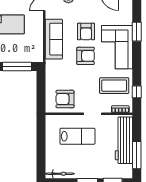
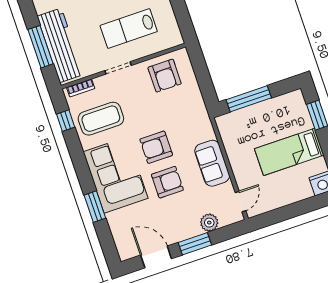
armchair: (86, 31) -> (167, 182), turned 90
sofa: (54, 39) -> (212, 163), width x0.73
armchair: (65, 99) -> (165, 76), turned 90
window: (137, 155) -> (41, 47), moved

